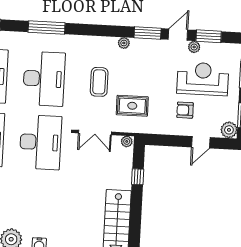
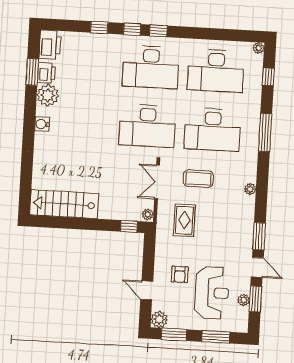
plant: (124, 43) -> (250, 189), moved
plant: (194, 47) -> (244, 300), moved
coffee table: (99, 82) -> (198, 179), moved
armchair: (185, 110) -> (180, 274), turned 180
window: (138, 177) -> (129, 226), moved

